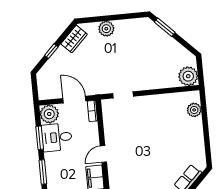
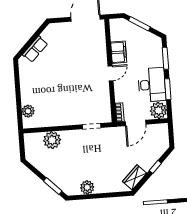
plant: (106, 29) -> (87, 187), moved
plant: (188, 76) -> (52, 140), moved
door: (74, 100) -> (136, 123), hinge flipped
desk: (57, 137) -> (152, 85), width x1.37

